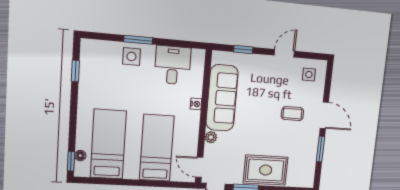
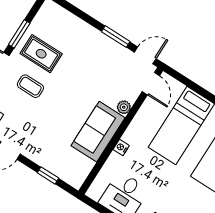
sofa: (222, 98) -> (98, 132), width x0.73
rug: (266, 170) -> (41, 54), moved, width x0.73, depth x0.70

